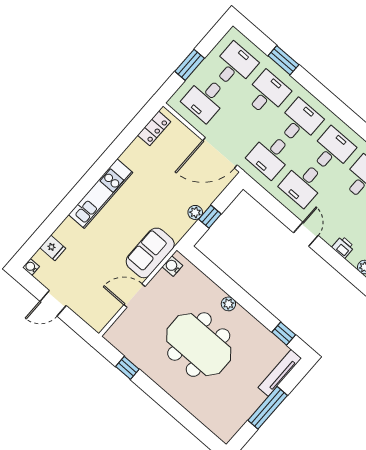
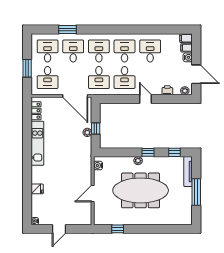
door: (220, 153) -> (75, 96), hinge flipped
kitchen unit: (101, 194) -> (37, 143), moved
fridge: (53, 248) -> (37, 189), moved
sofa: (150, 253) -> (83, 168), removed
window: (250, 304) -> (148, 152), added
meeting table: (199, 345) -> (141, 190), width x1.36

